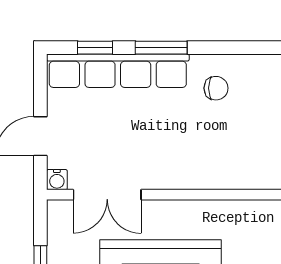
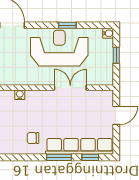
water cooler: (57, 180) -> (20, 95), moved
double door: (107, 195) -> (70, 88), moved

